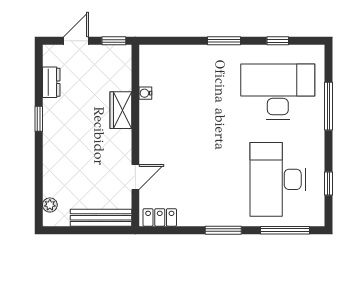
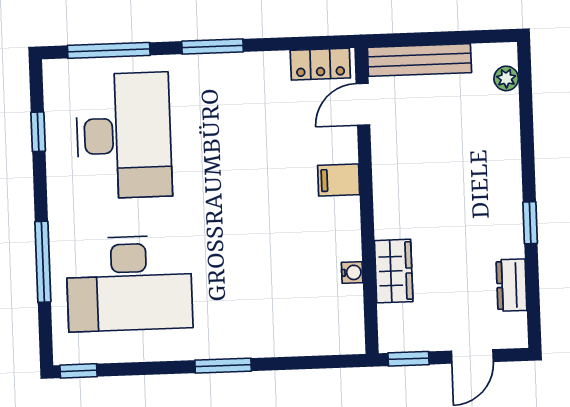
window: (278, 41) -> (79, 371), moved
wardrobe: (121, 110) -> (394, 271), moved
filing cabinet: (151, 148) -> (339, 180), added
door: (135, 177) -> (363, 104), moved

